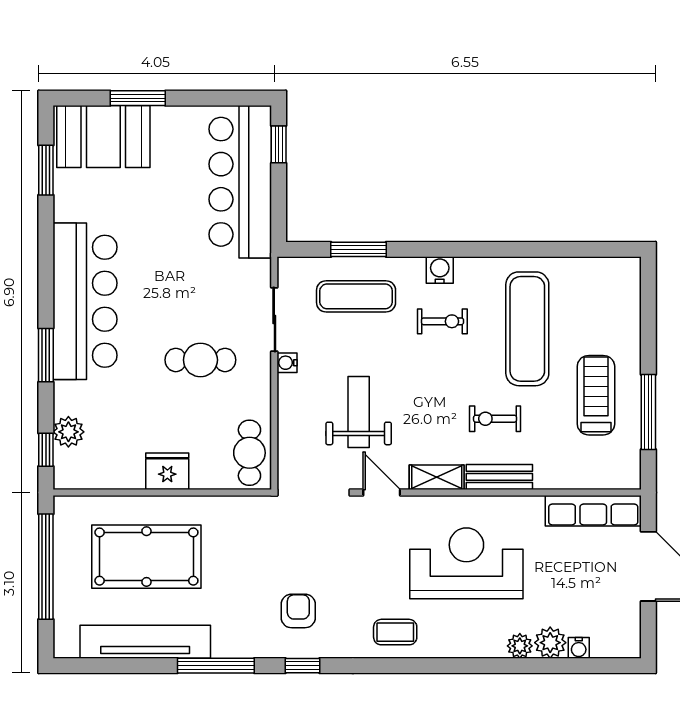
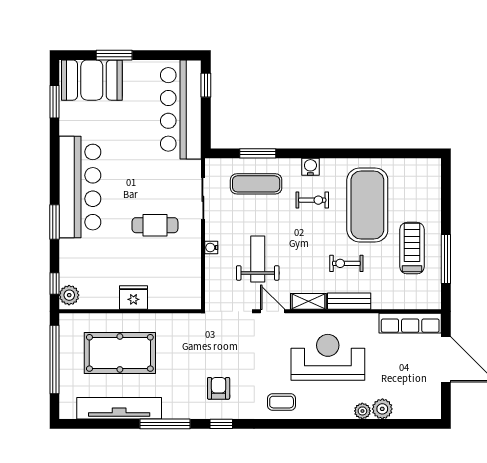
exercise mat: (527, 329) -> (367, 205), width x1.47
water cooler: (287, 363) -> (211, 248), moved
plant: (68, 432) -> (69, 295), moved
cafe table: (249, 453) -> (187, 285), removed
water cooler: (579, 648) -> (401, 412), removed

